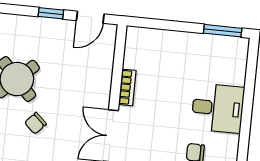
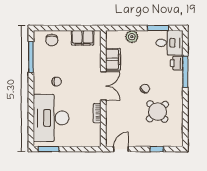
window: (51, 13) -> (157, 149), moved
desk: (218, 108) -> (51, 118), width x1.87, depth x1.30

